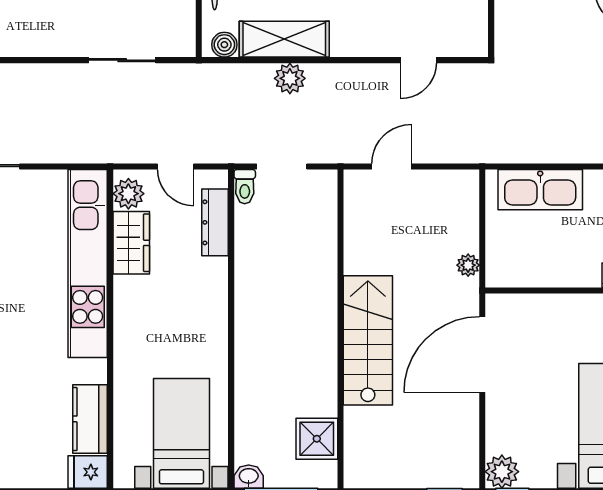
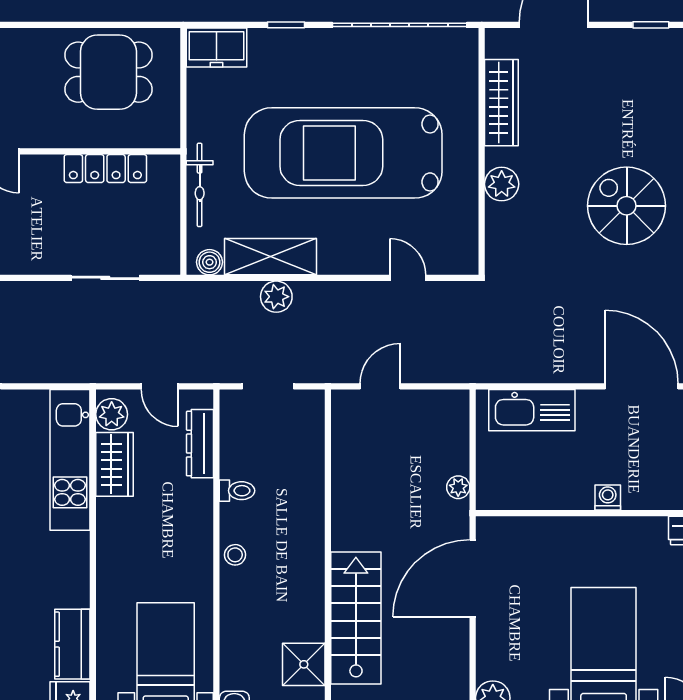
door: (419, 60) -> (408, 278), swing flipped
toilet: (245, 187) -> (237, 491), moved, turned -90
kitchen unit: (88, 264) -> (70, 460), width x0.73
stool: (249, 331) -> (235, 555), added
stairs: (368, 340) -> (356, 618), moved

